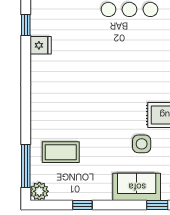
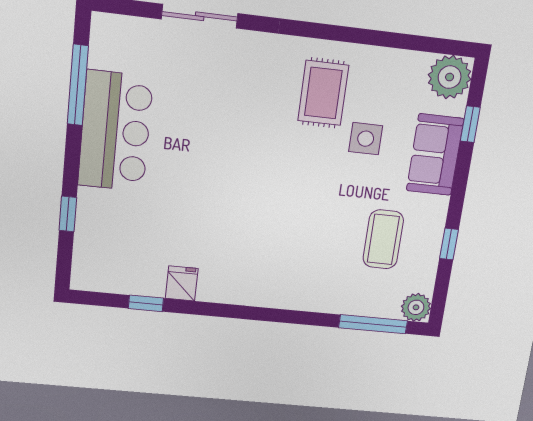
coffee table: (61, 152) -> (383, 239), moved

